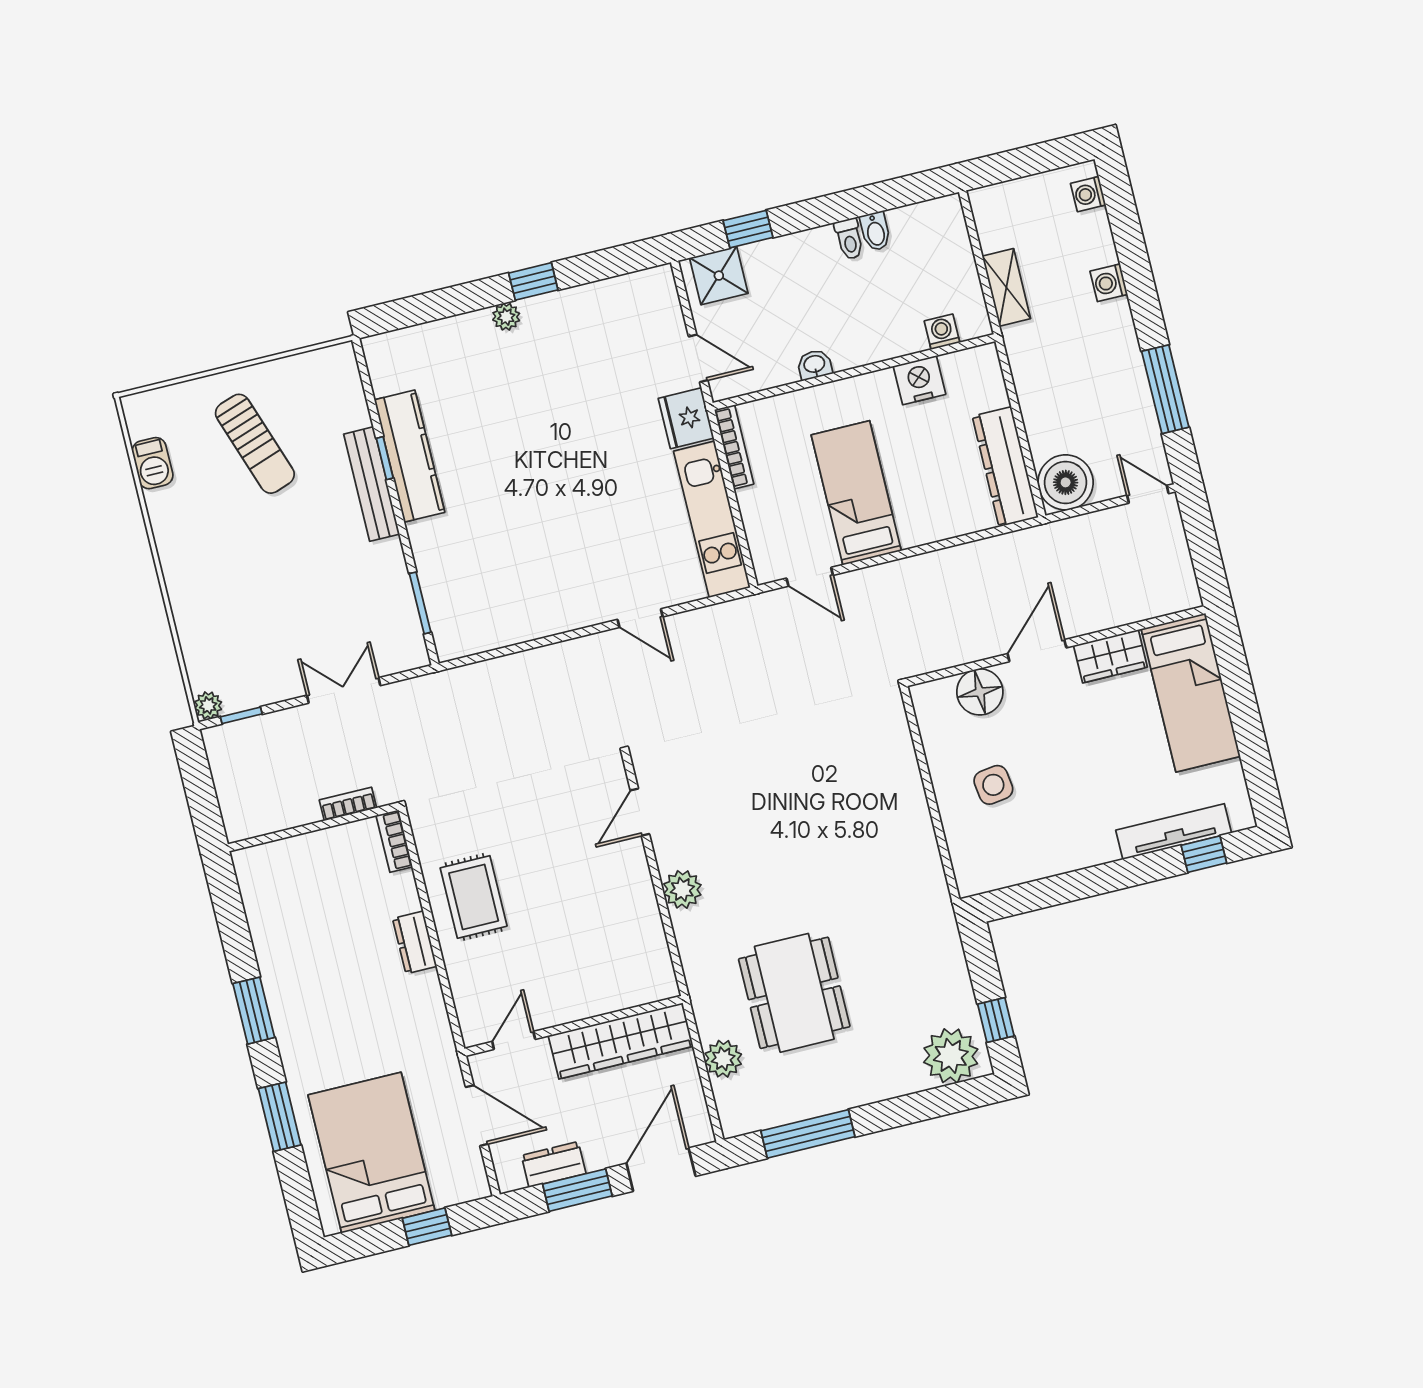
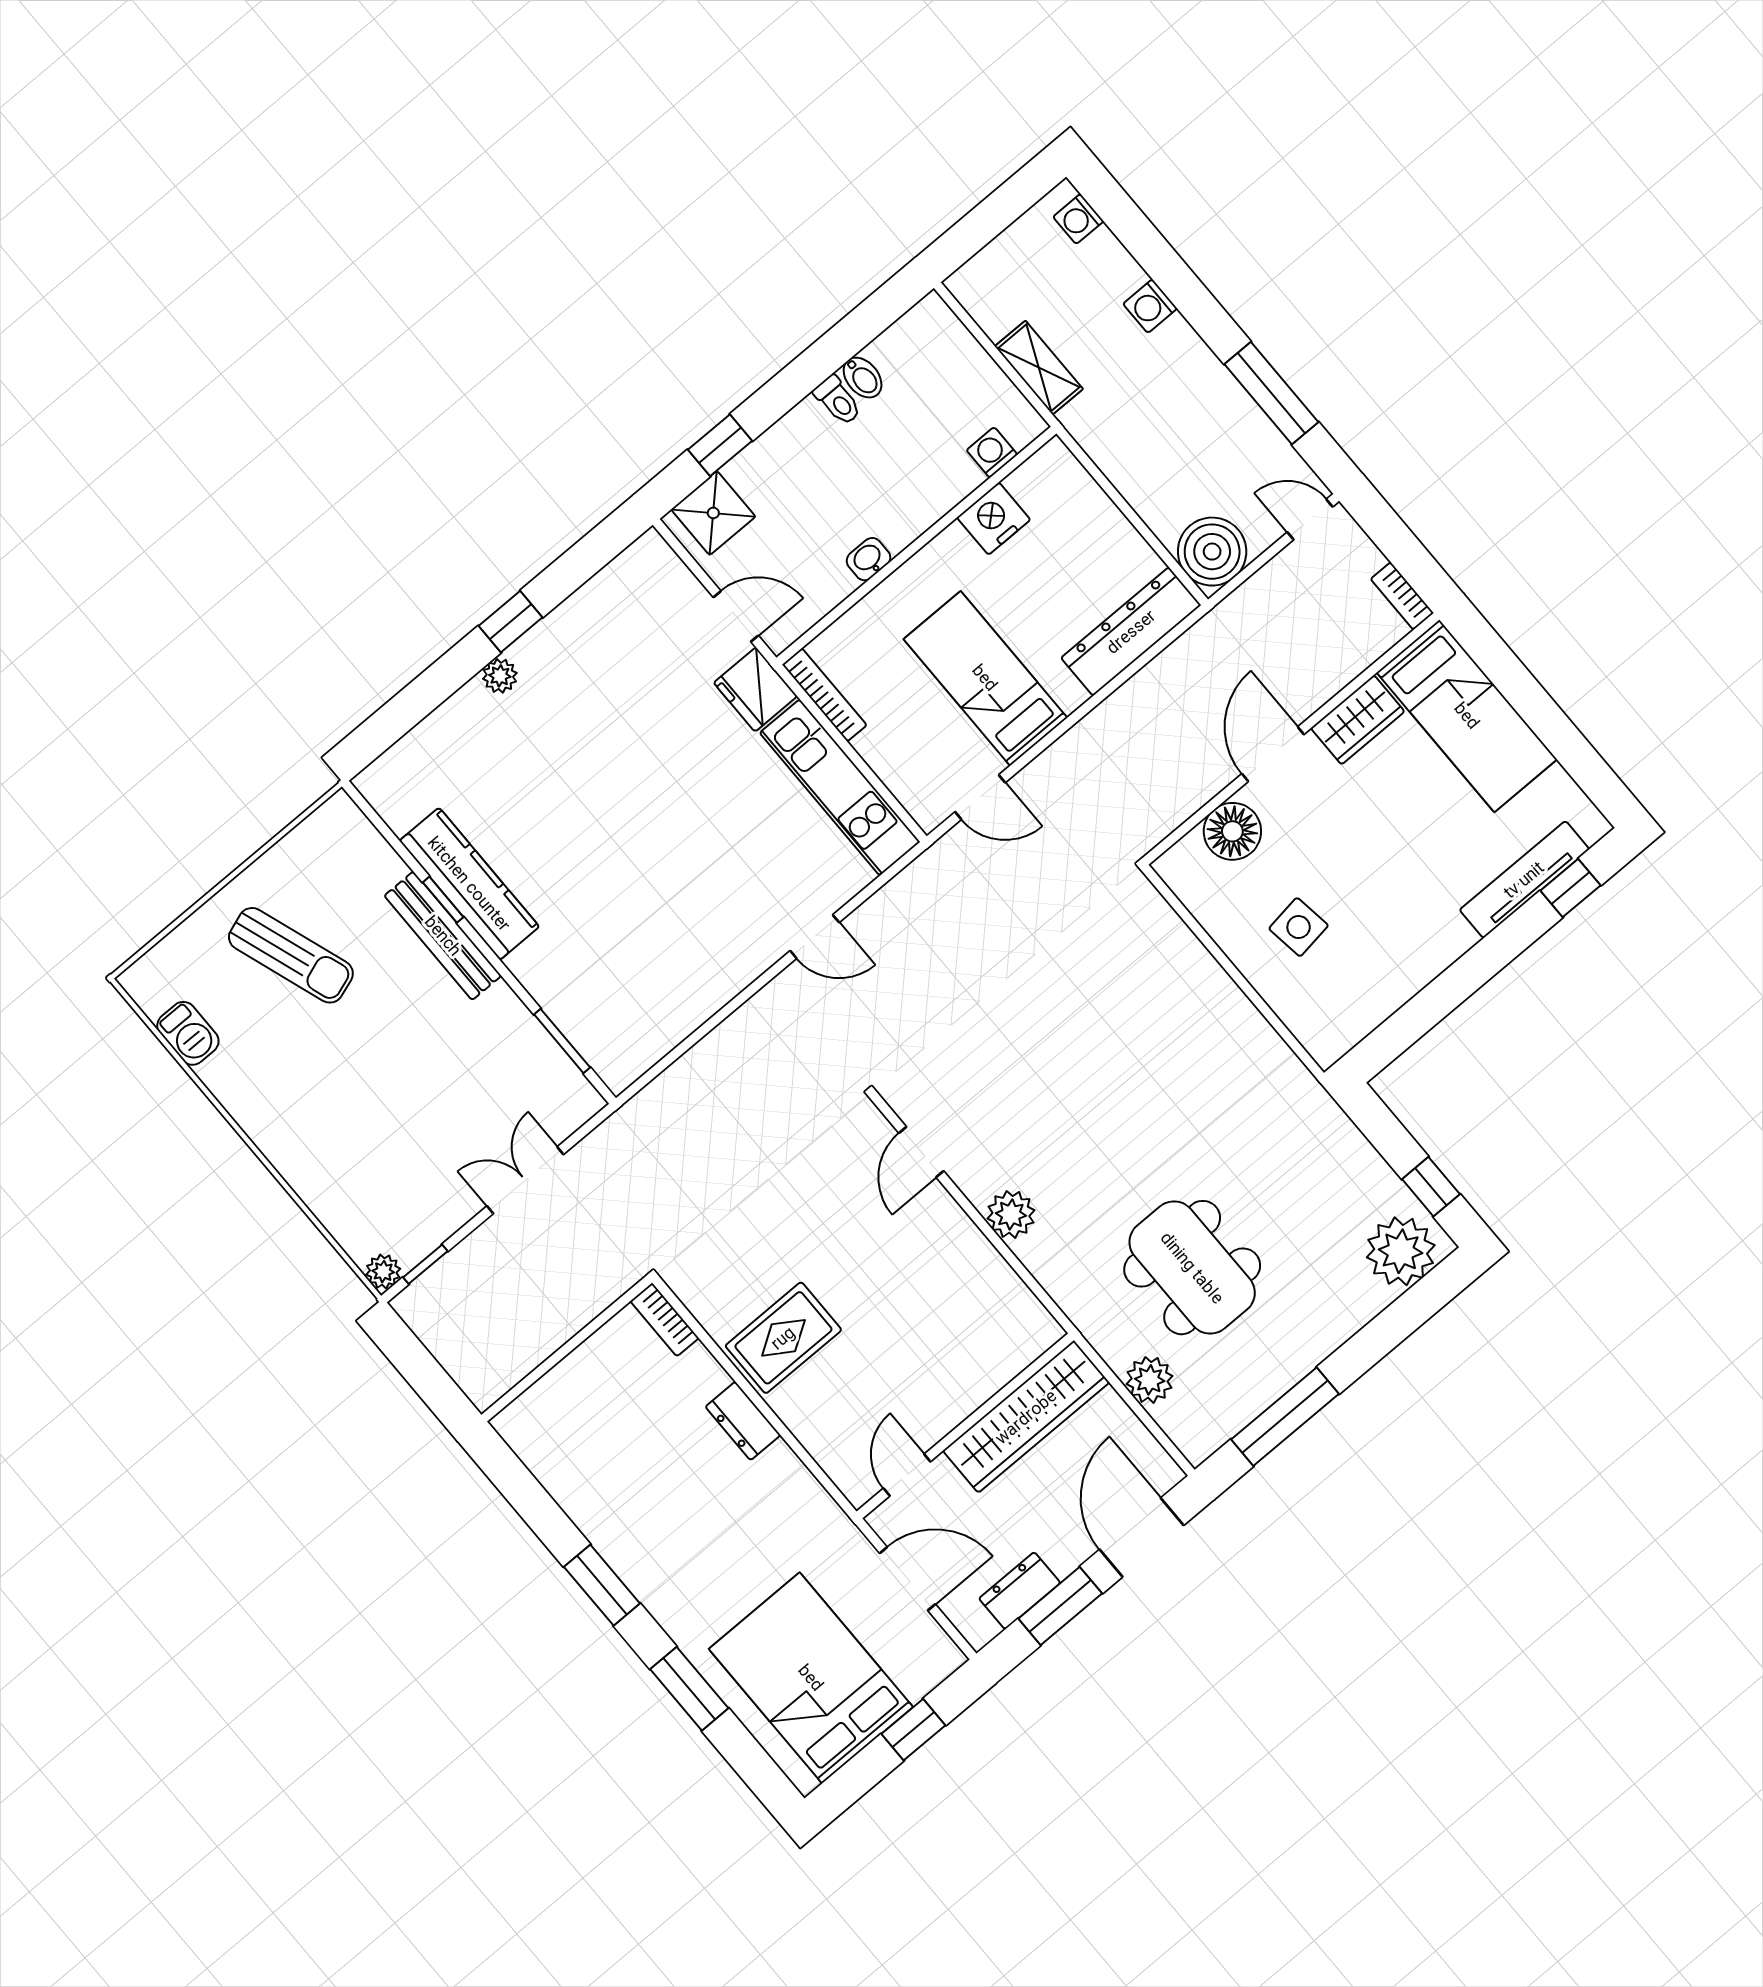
dresser: (1005, 467) -> (1131, 632), moved, turned 90
bookcase: (348, 804) -> (1402, 596), moved, turned -90
rug: (474, 897) -> (783, 1338), turned 90

